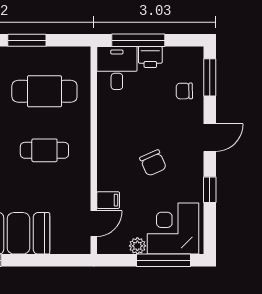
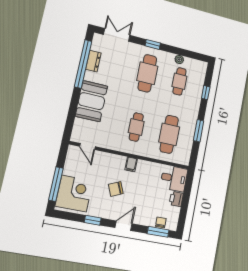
window: (138, 40) -> (187, 194), removed
chair: (184, 91) -> (161, 222), moved
door: (210, 138) -> (124, 226), swing flipped
filing cabinet: (108, 200) -> (131, 164), moved
plant: (137, 246) -> (68, 170), removed

